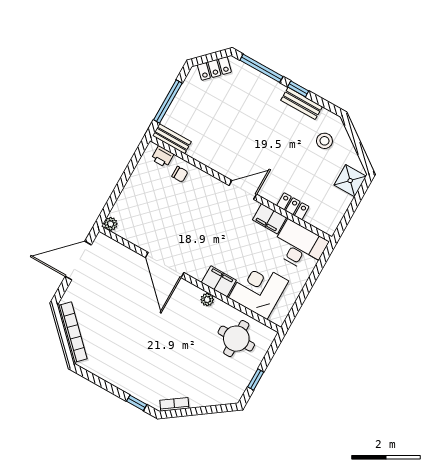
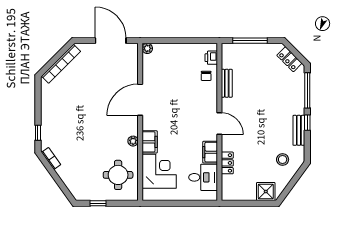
bench: (172, 139) -> (227, 83), moved
desk: (299, 246) -> (203, 177), width x0.73

